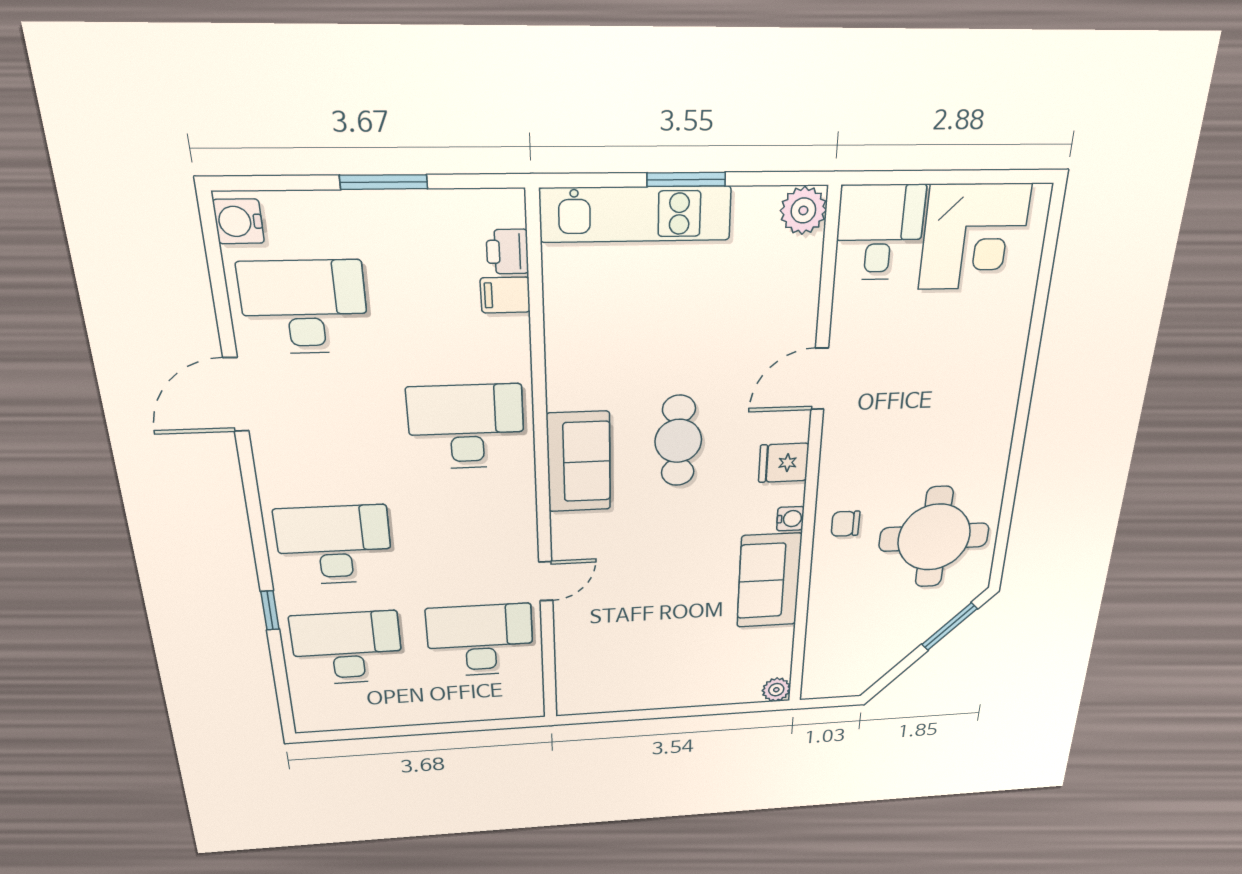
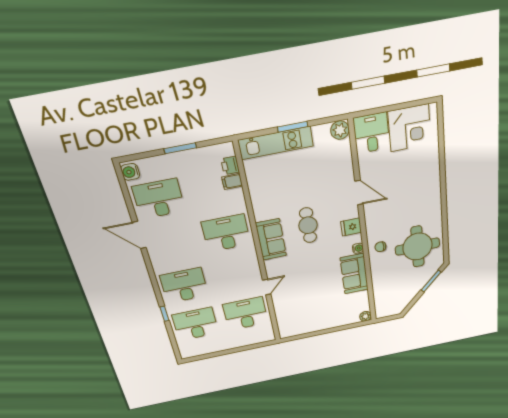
door: (820, 379) -> (359, 193), swing flipped
door: (236, 395) -> (139, 235), hinge flipped

